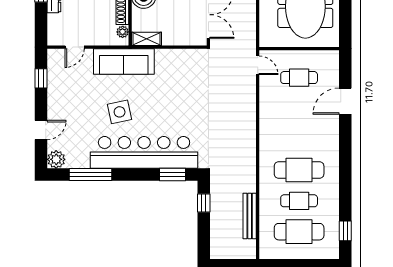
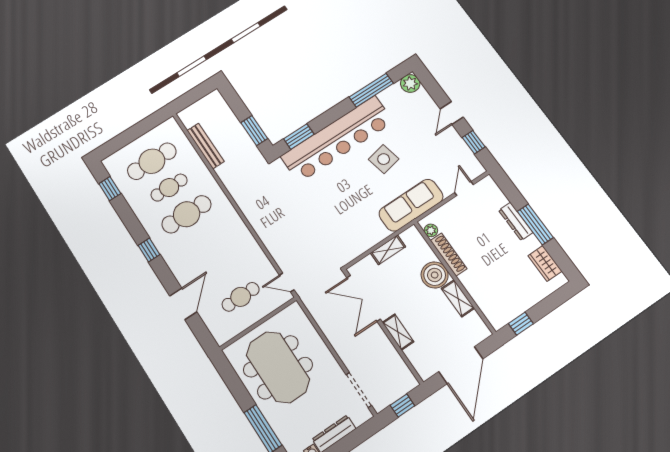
shelving: (146, 39) -> (388, 250), moved
door: (41, 130) -> (452, 113), moved
window: (345, 161) -> (149, 250), added
window: (204, 203) -> (254, 131), width x1.50

